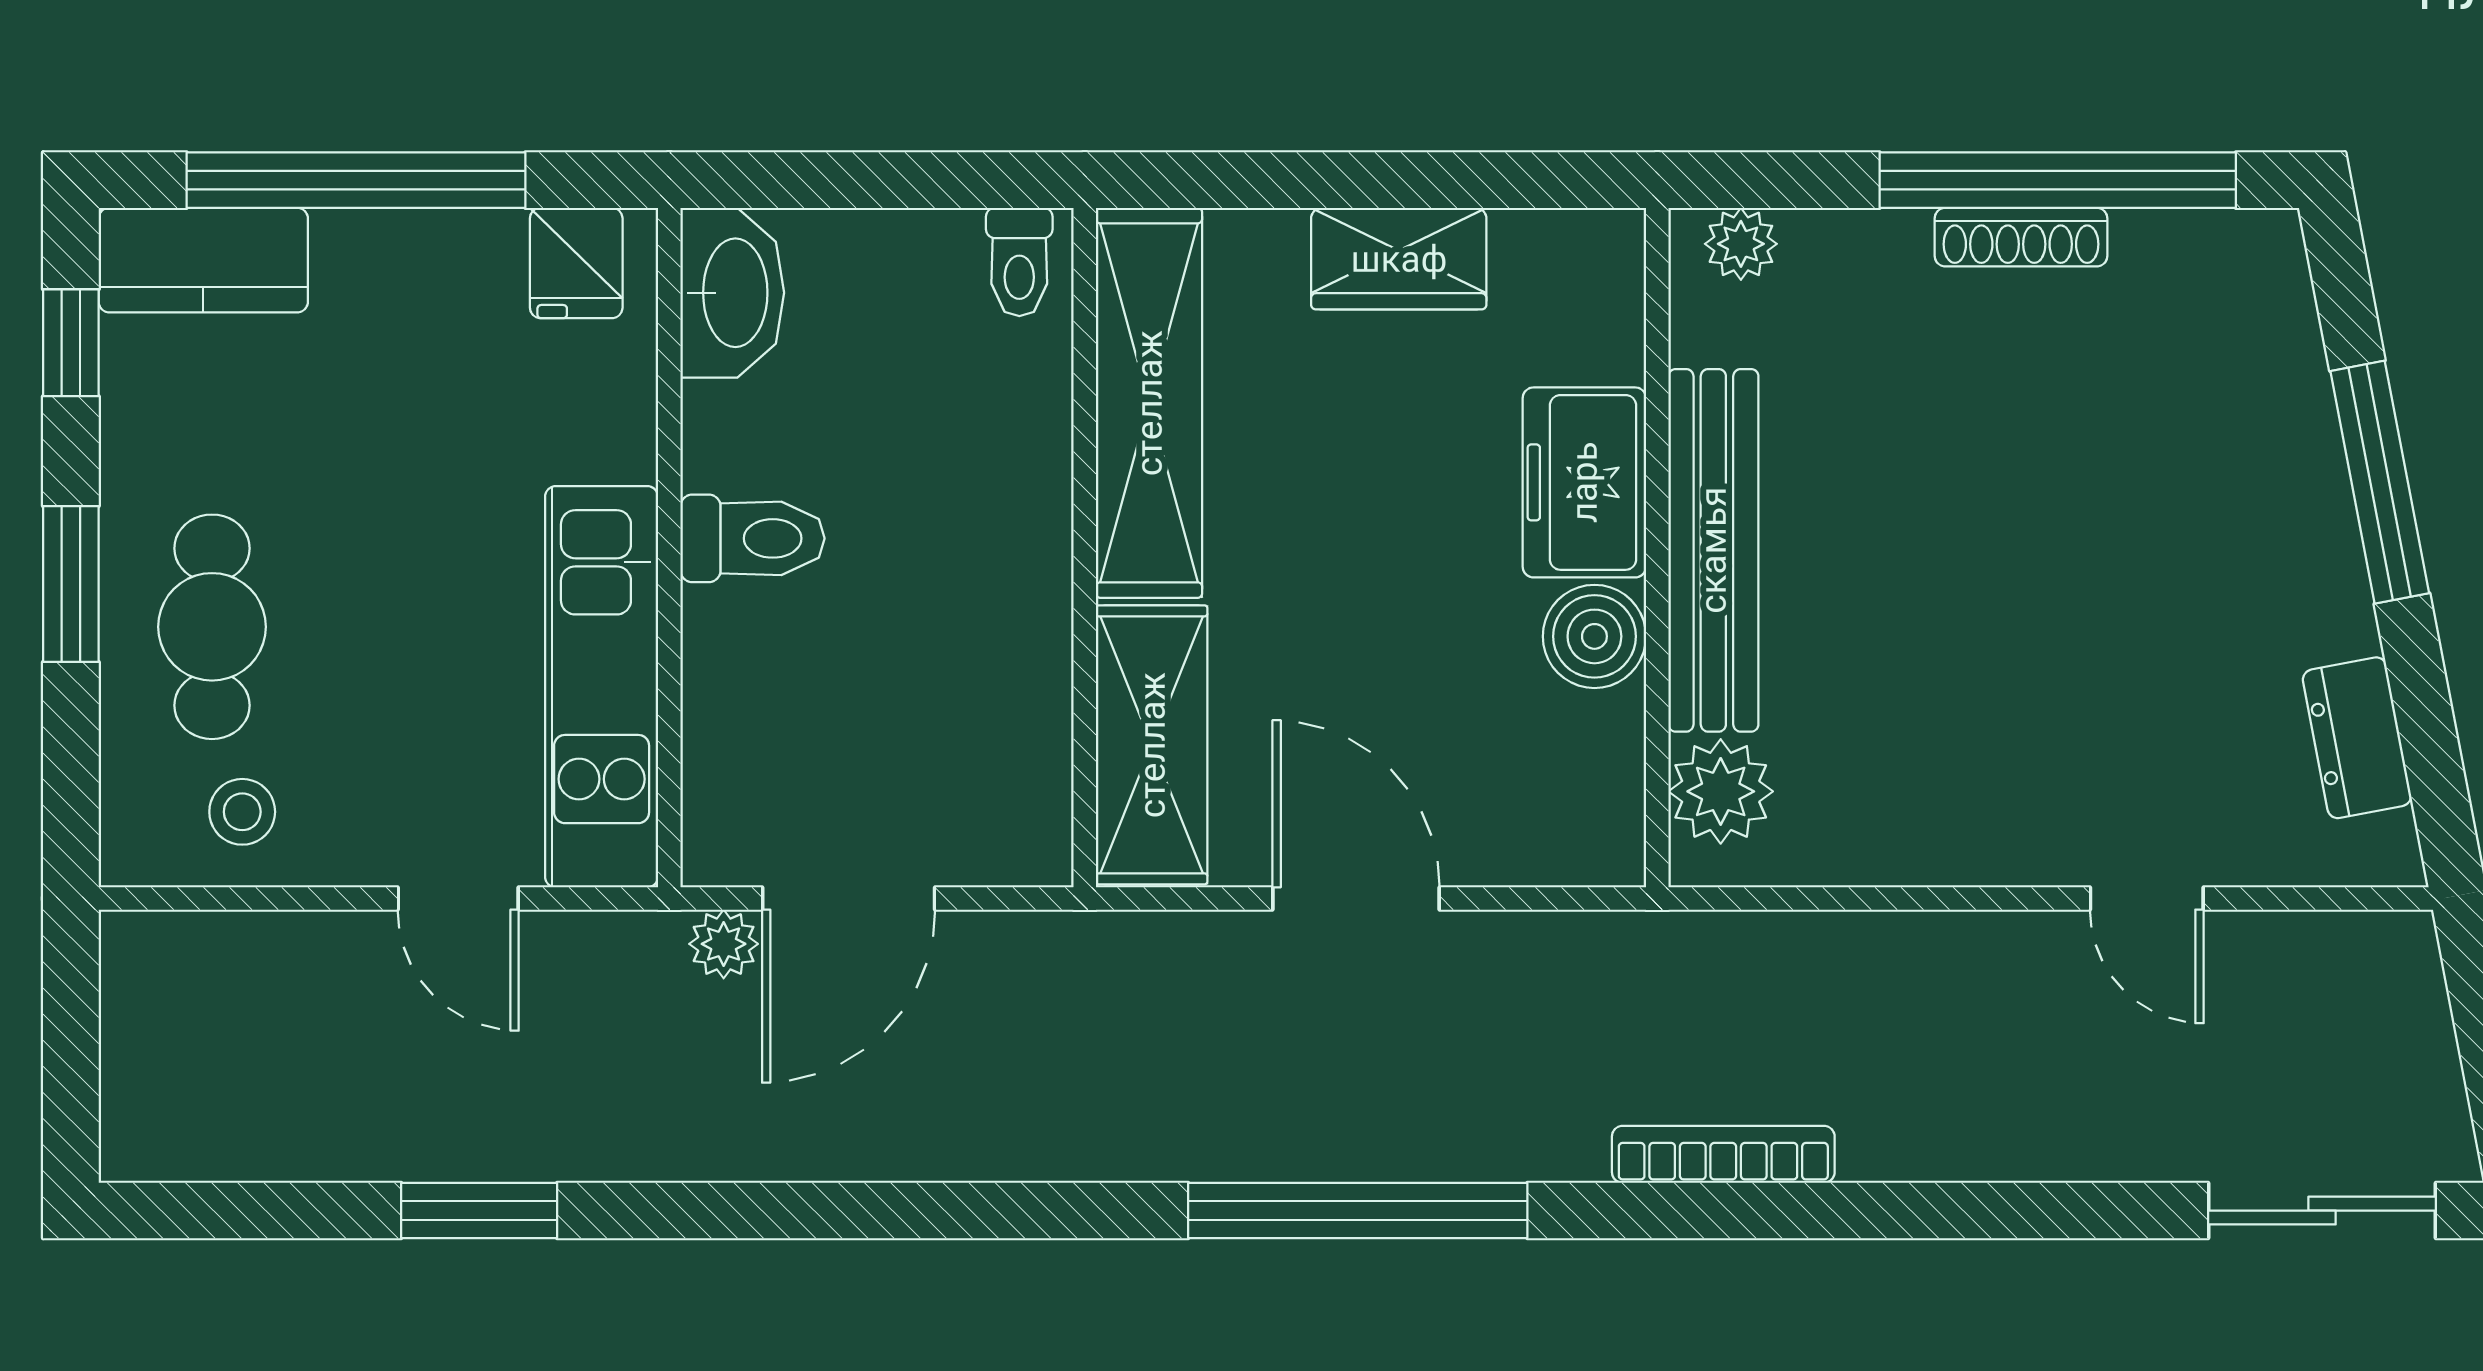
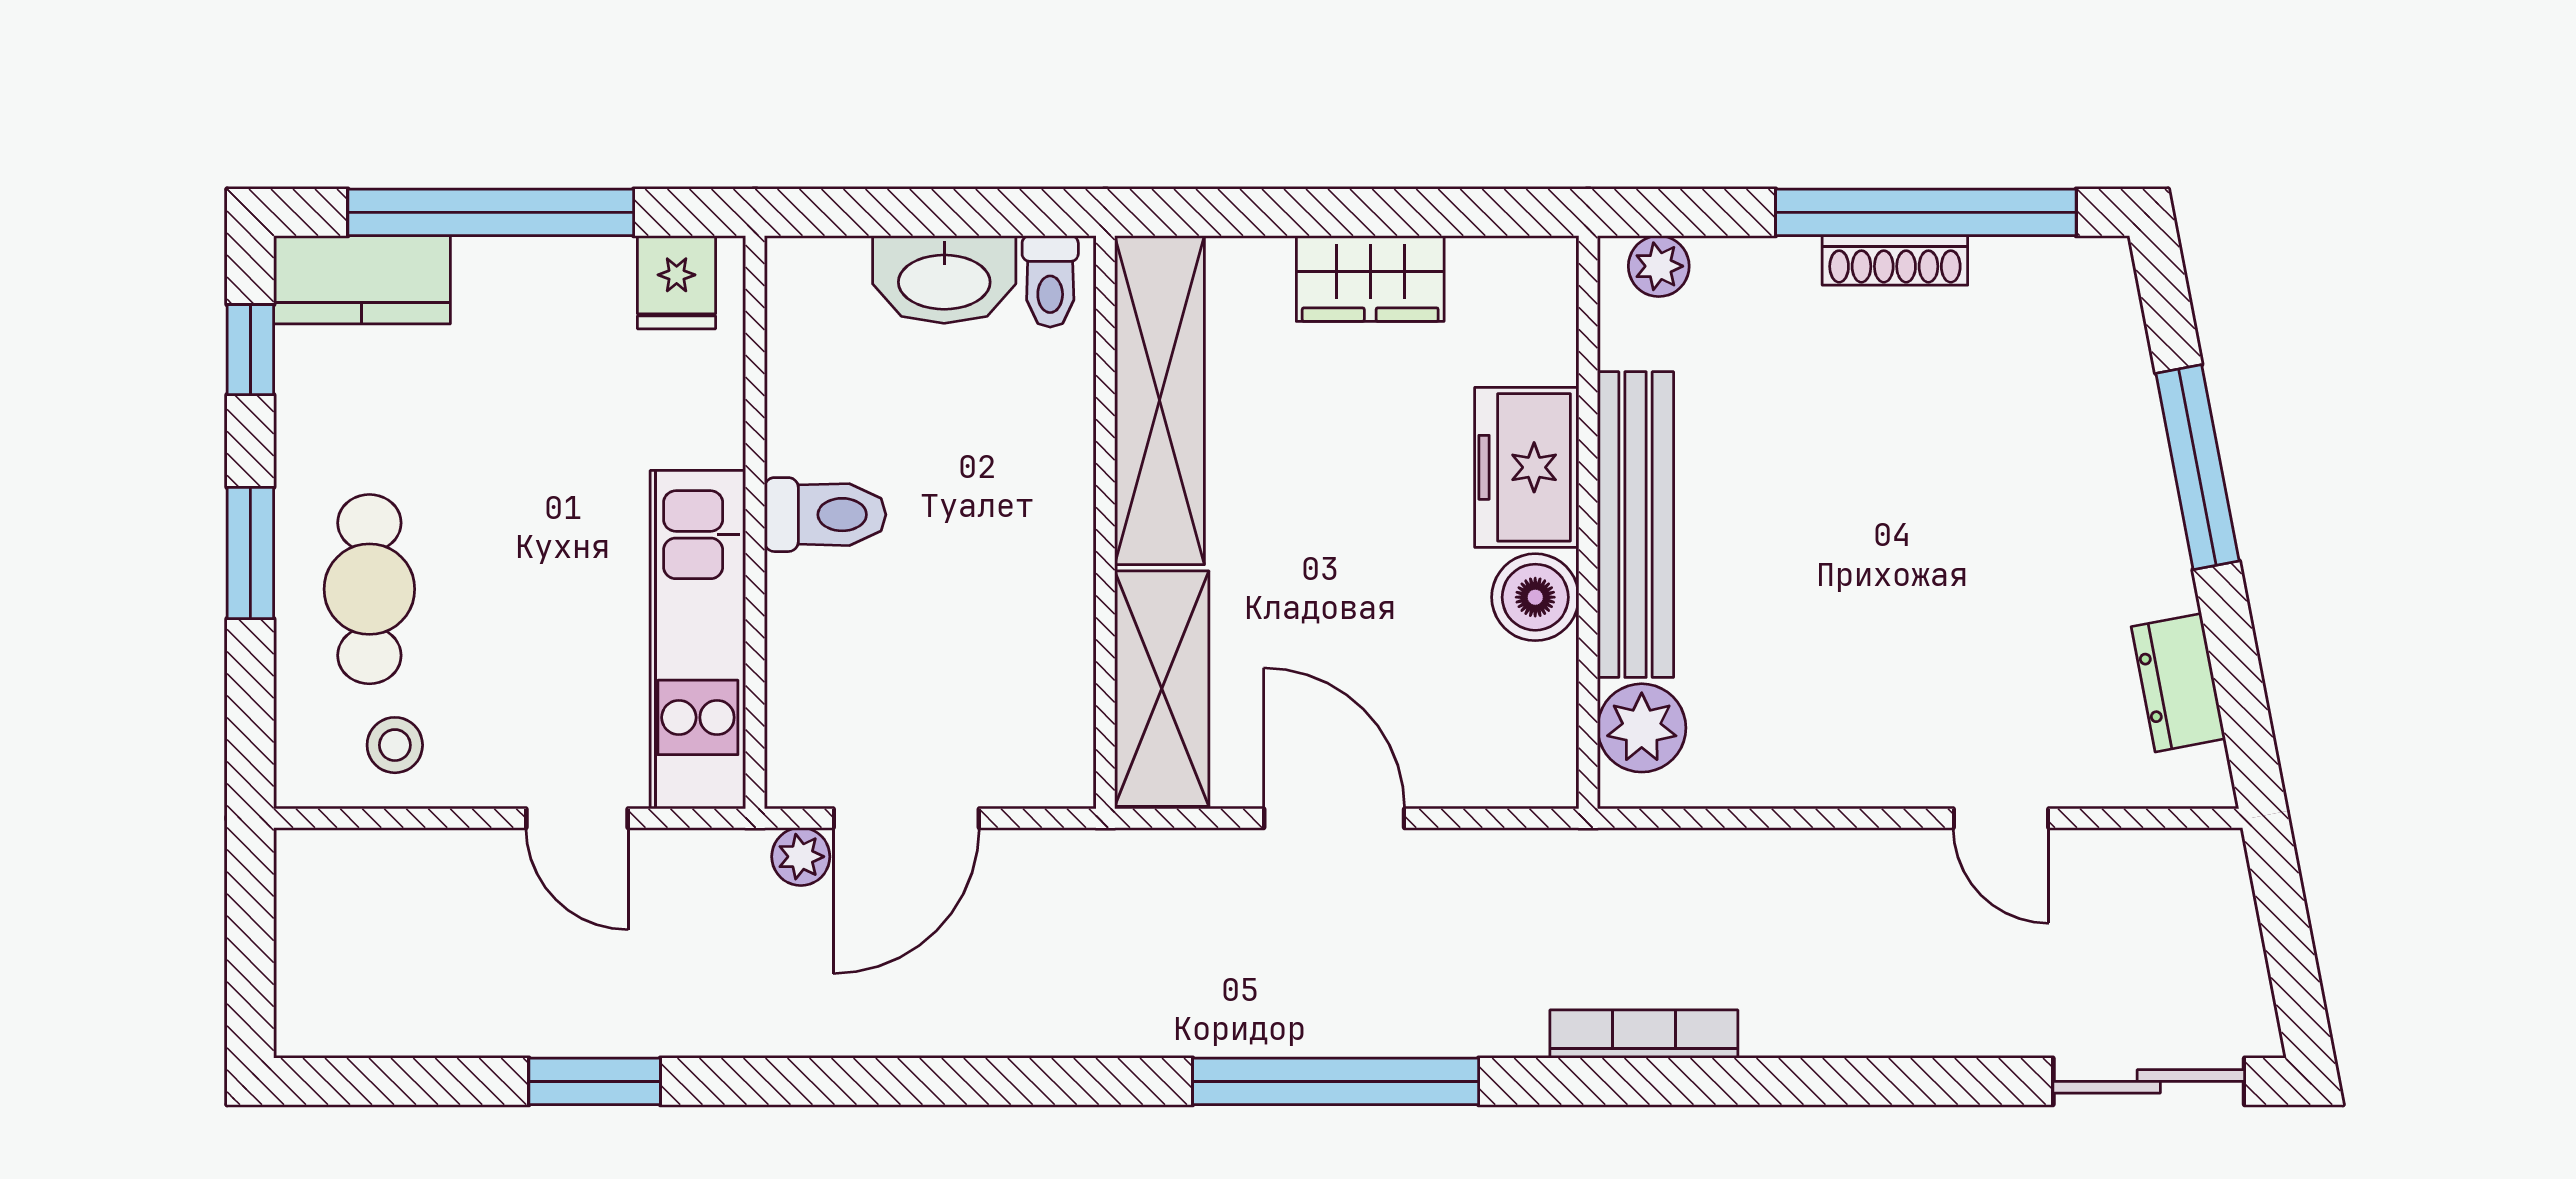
washbasin: (732, 293) -> (944, 280), moved, turned 90

